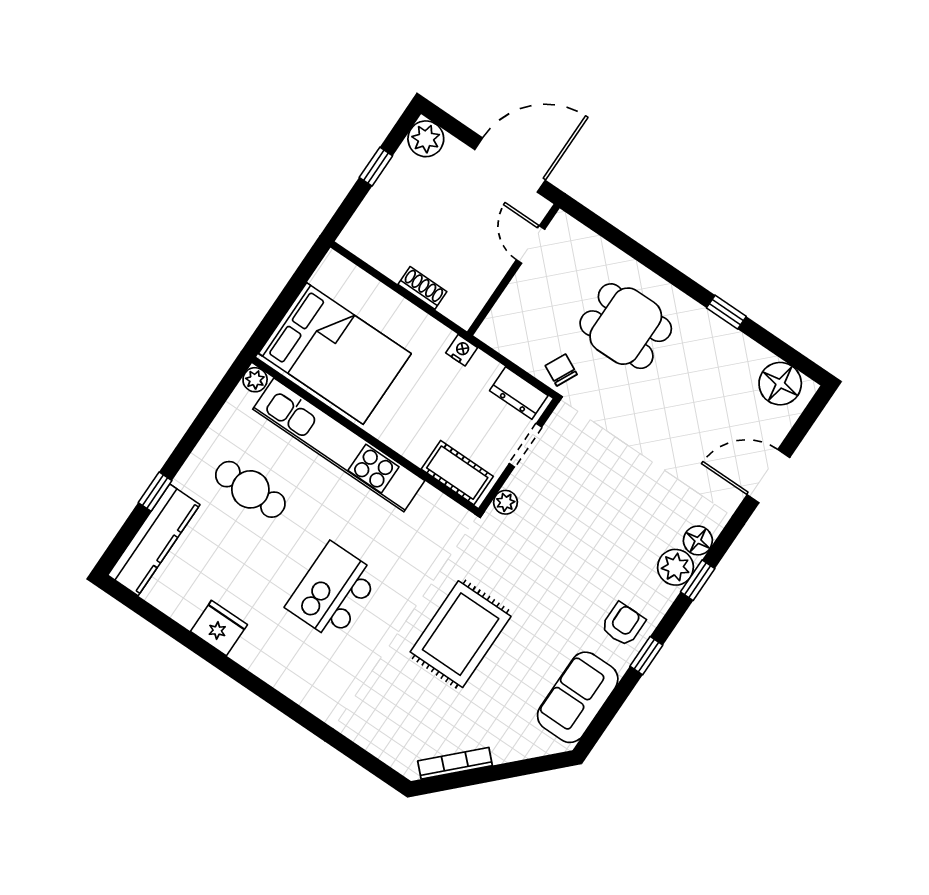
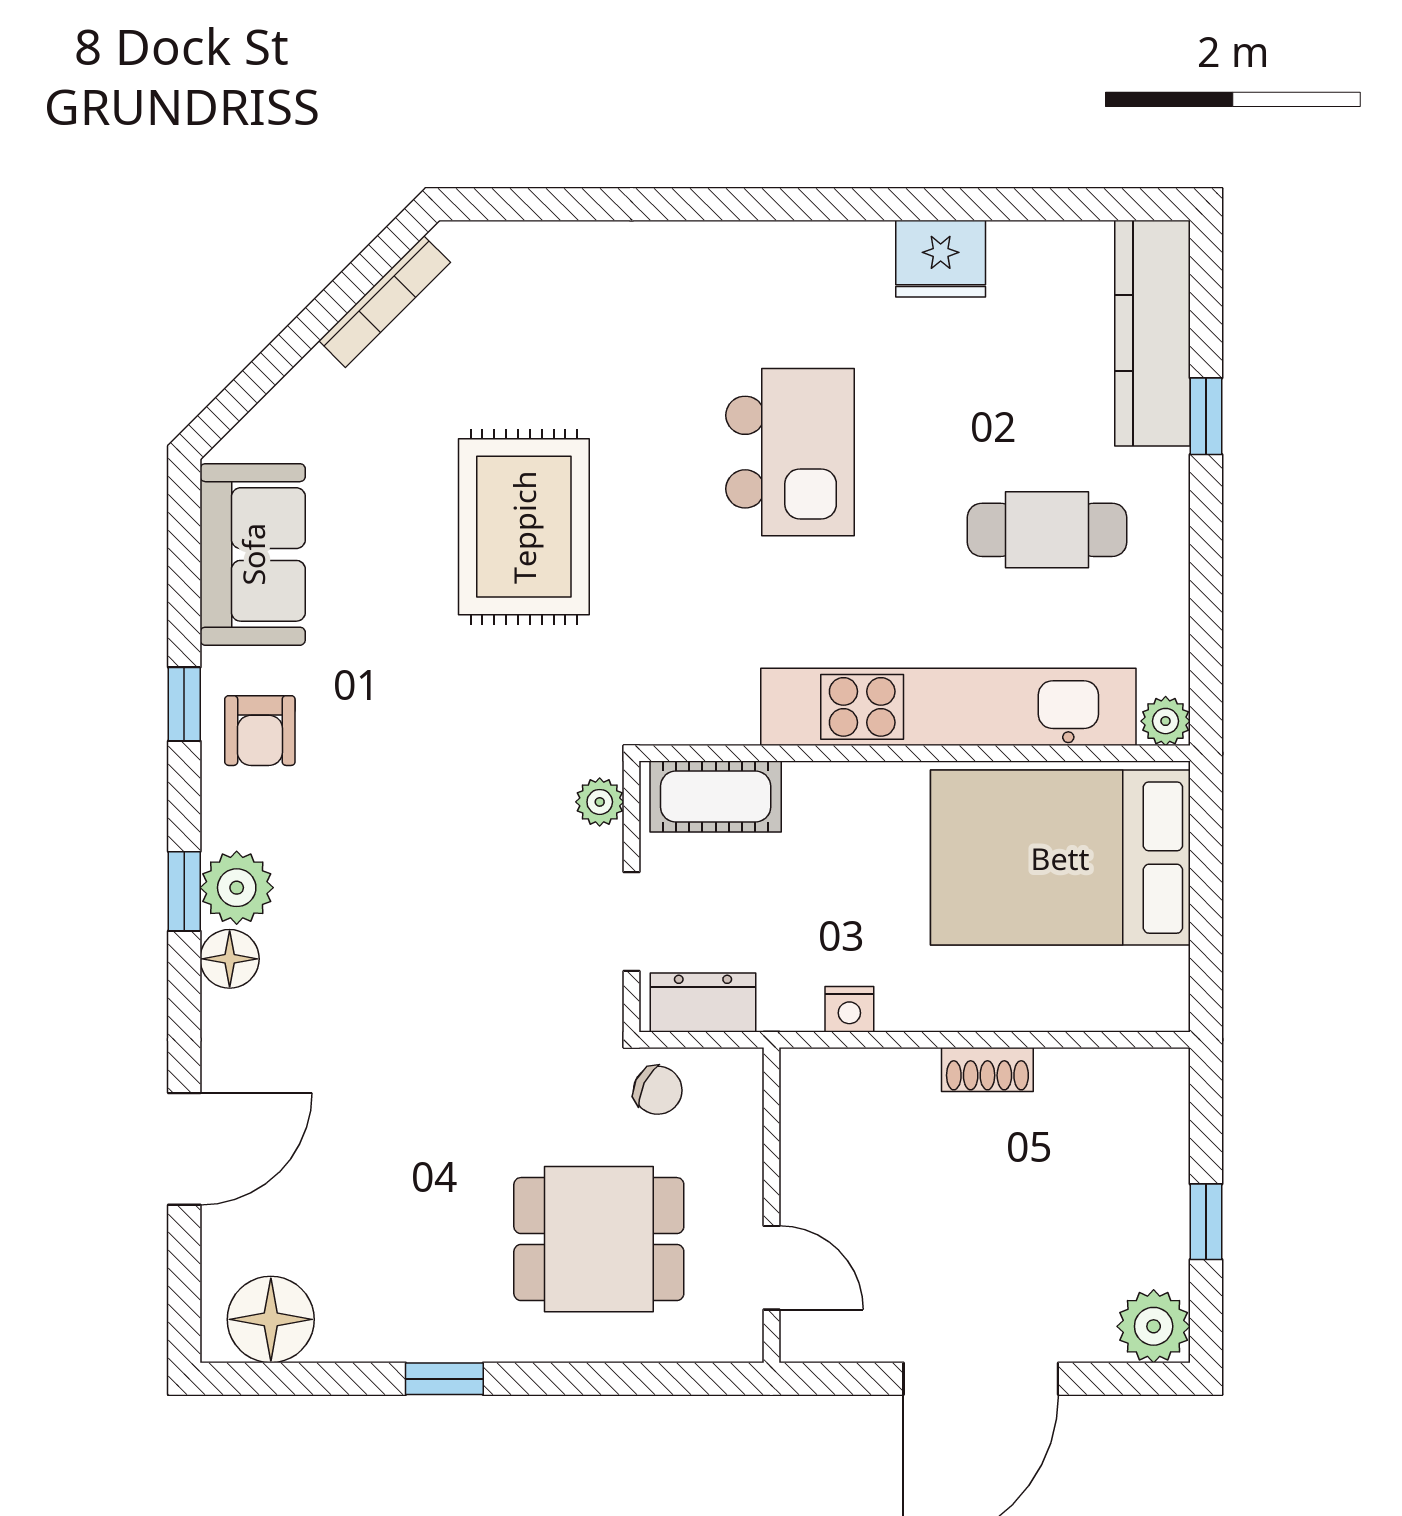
door: (531, 245) -> (771, 1268), moved
wall: (513, 270) -> (771, 1205), moved

